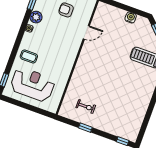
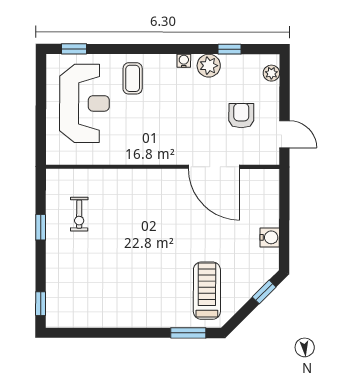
door: (86, 32) -> (214, 167), width x1.87

